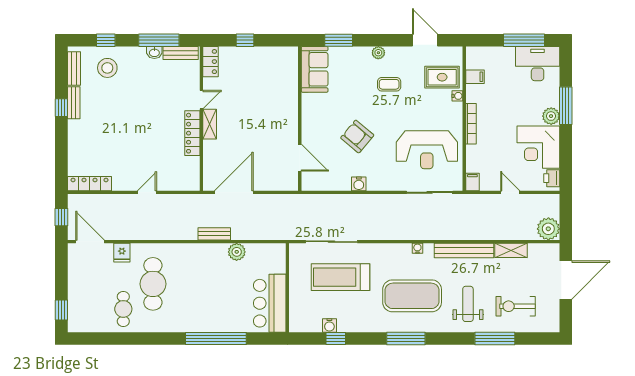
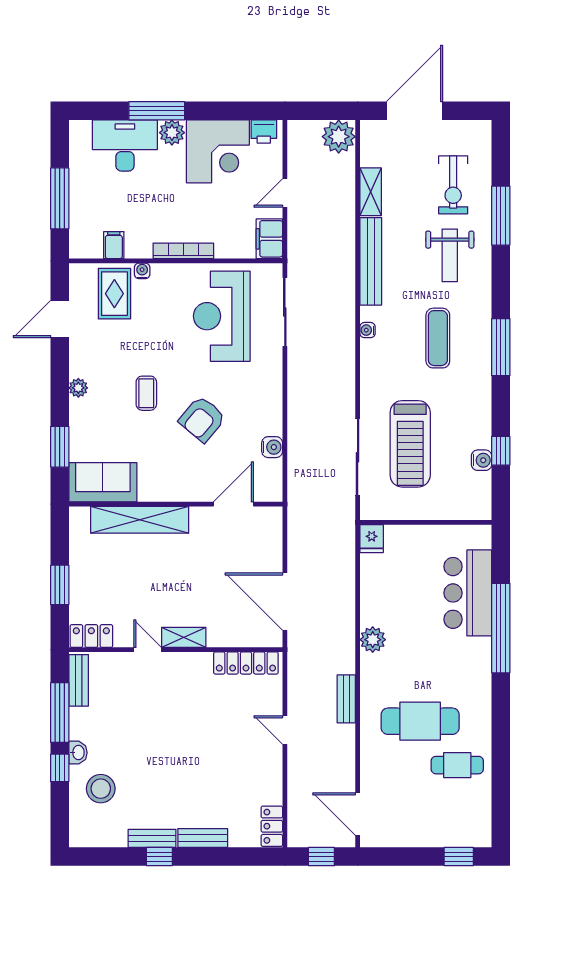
window: (106, 40) -> (60, 768), moved
window: (245, 40) -> (60, 585), width x1.50
window: (524, 40) -> (60, 198), moved
washbasin: (154, 52) -> (78, 753), moved
desk: (538, 64) -> (125, 145), moved, turned 90
bench: (74, 68) -> (203, 838), moved
coffee table: (389, 84) -> (146, 393), moved
shelving: (289, 94) -> (140, 520), added
locker: (192, 133) -> (246, 663), moved
reception desk: (427, 150) -> (222, 316), turned 180
filing cabinet: (472, 182) -> (269, 239), width x2.00
locker: (90, 184) -> (272, 826), width x0.66
water cooler: (359, 184) -> (272, 447), moved
bench: (214, 234) -> (346, 699), moved
door: (90, 242) -> (358, 814), hinge flipped
plant: (237, 252) -> (373, 640), moved
fridge: (122, 253) -> (372, 539), moved, turned 90
door: (566, 280) -> (414, 111), hinge flipped
exercise mat: (412, 296) -> (438, 338), width x0.50, depth x0.69
bar counter: (270, 303) -> (468, 593), moved, turned 90
weight bench: (468, 304) -> (450, 255), turned -90

